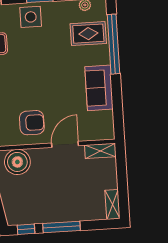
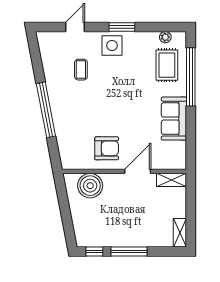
rug: (88, 34) -> (167, 65), turned 90

